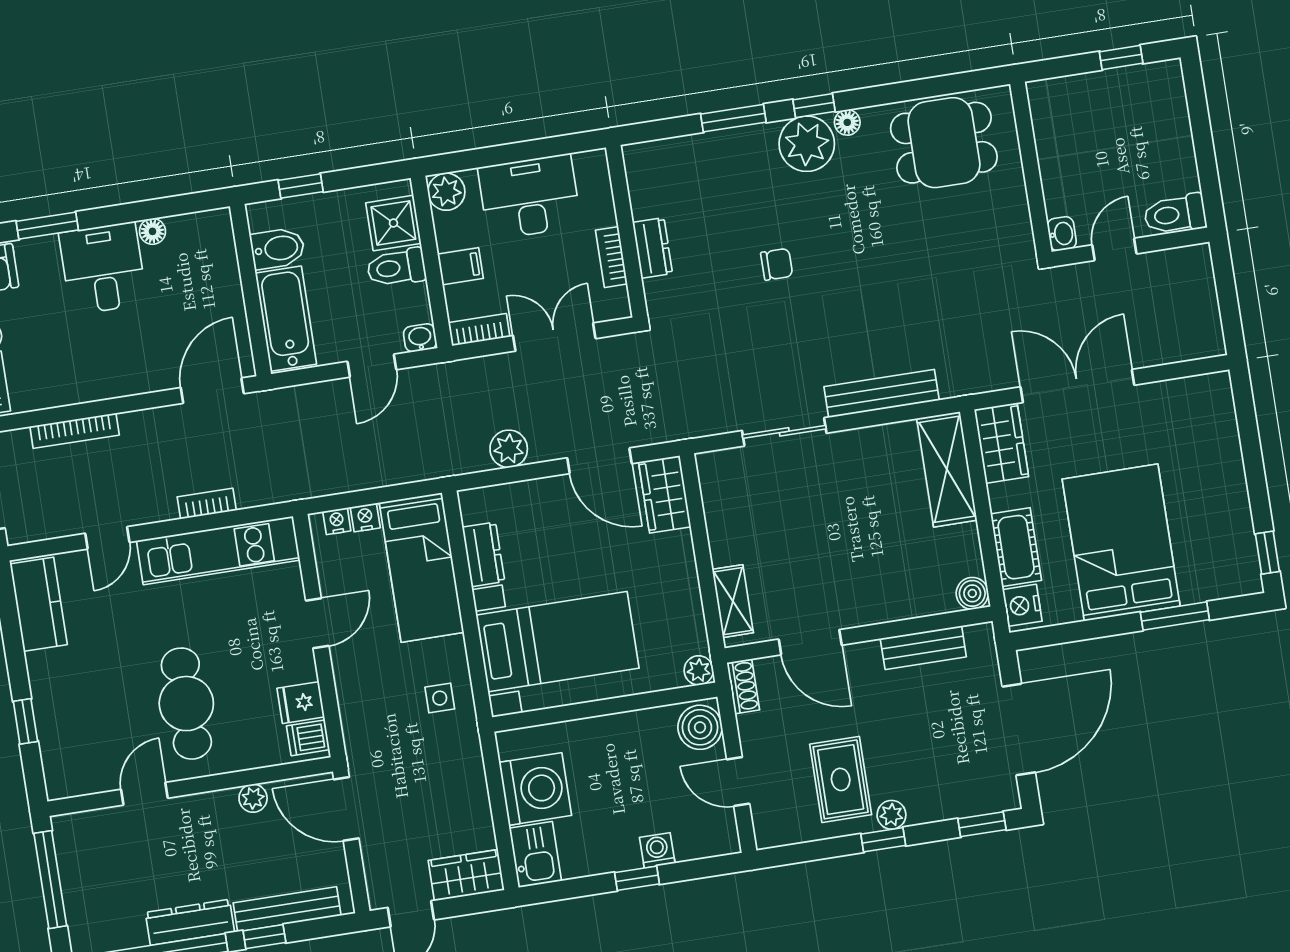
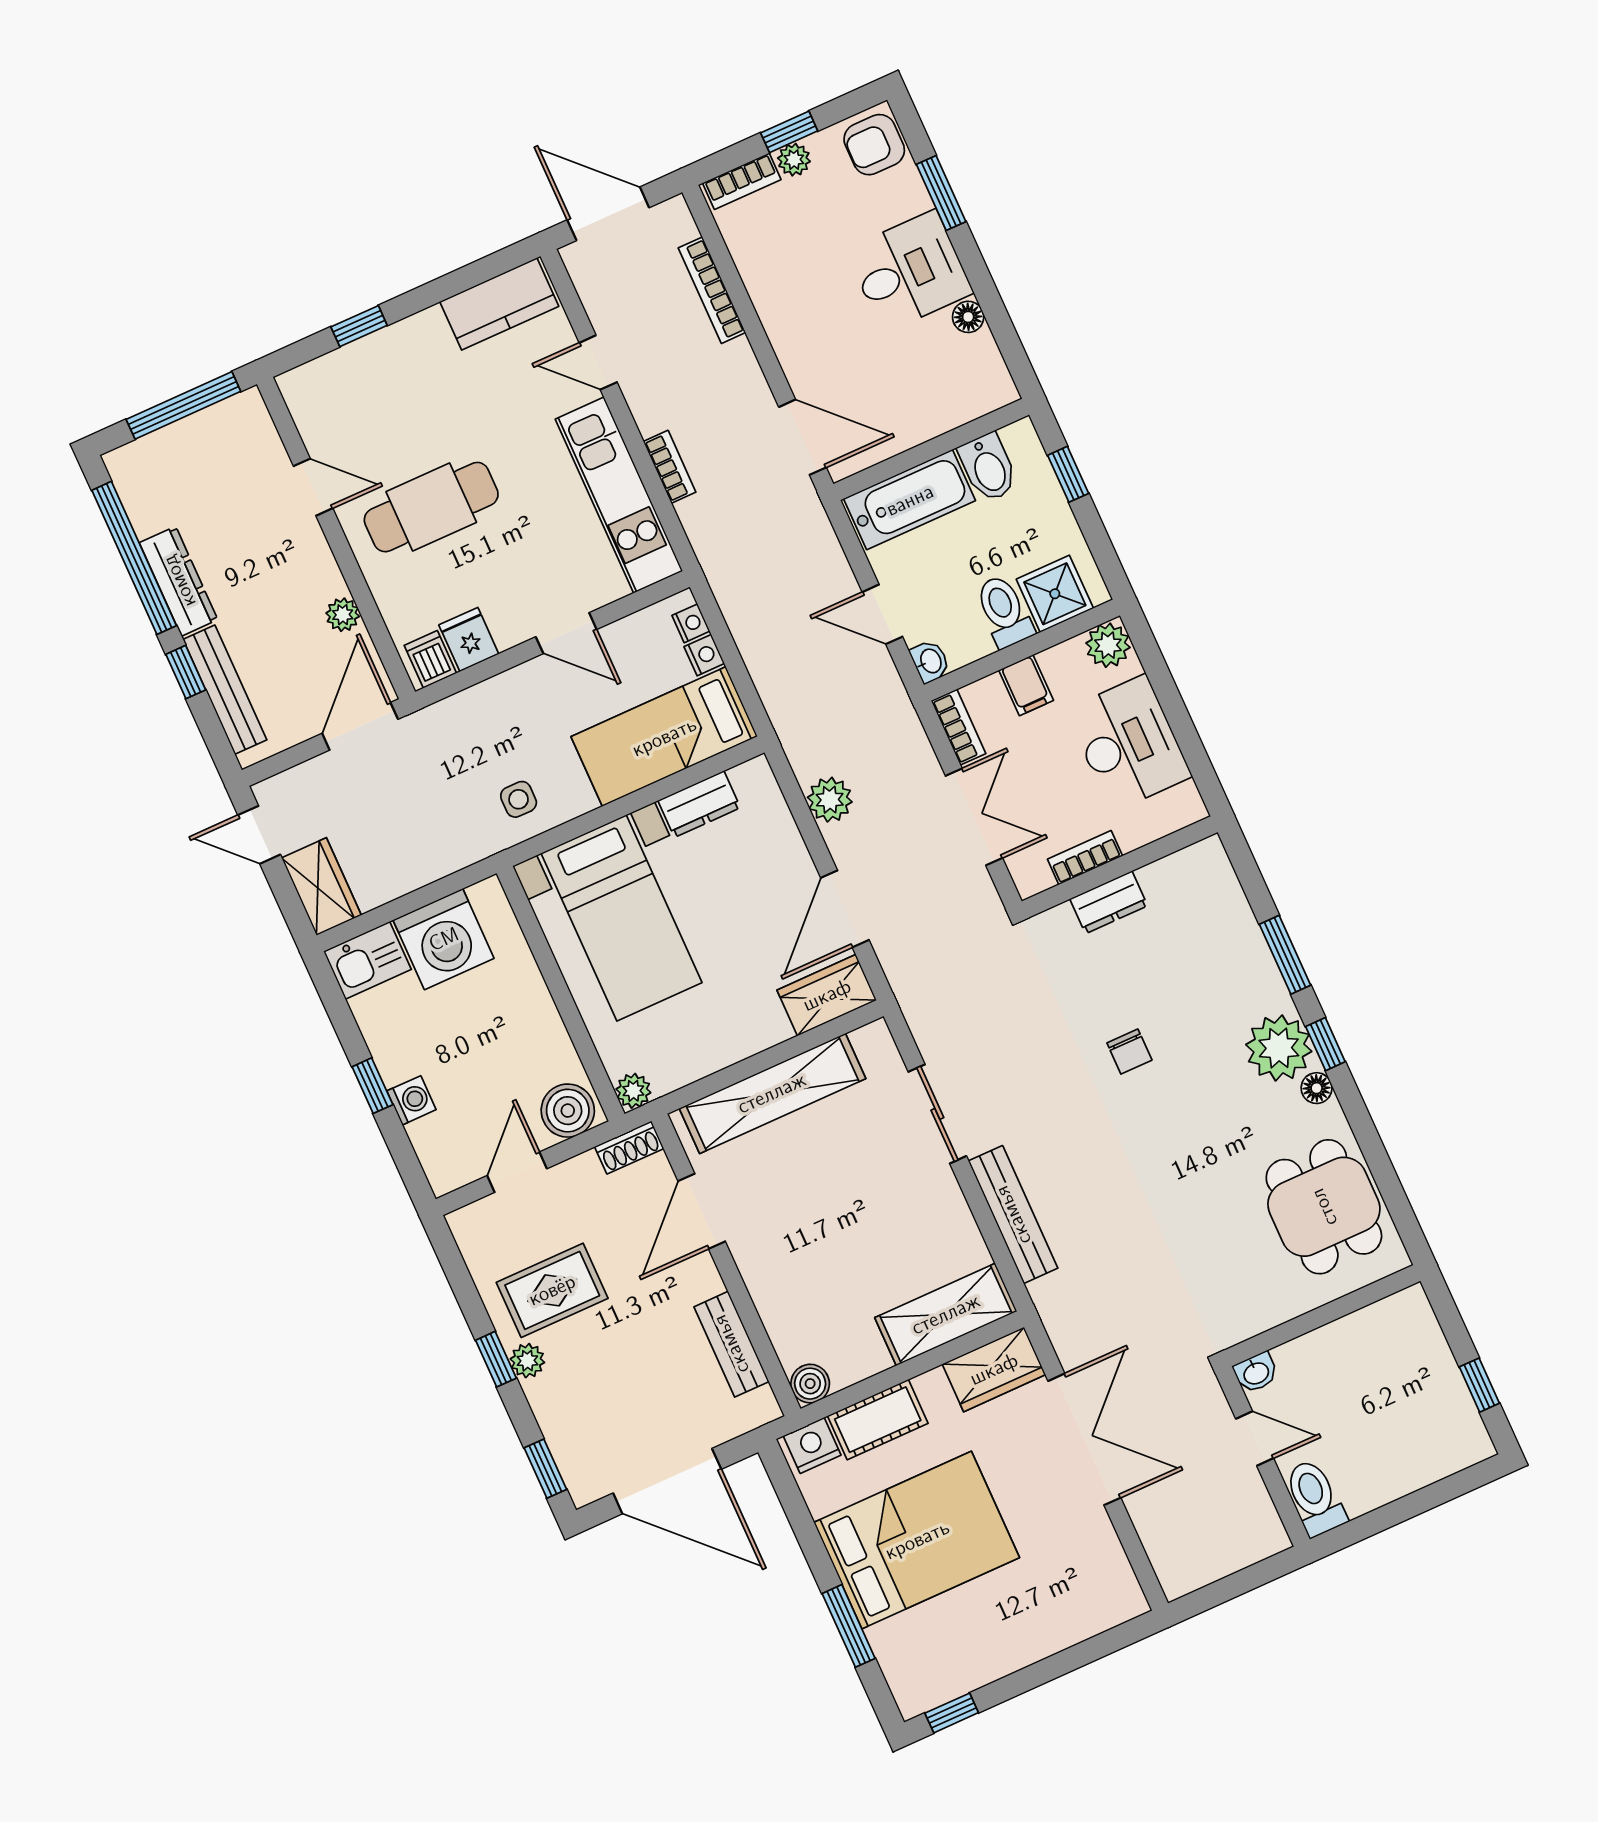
shelving: (733, 601) -> (772, 1093), width x2.20, depth x1.33

